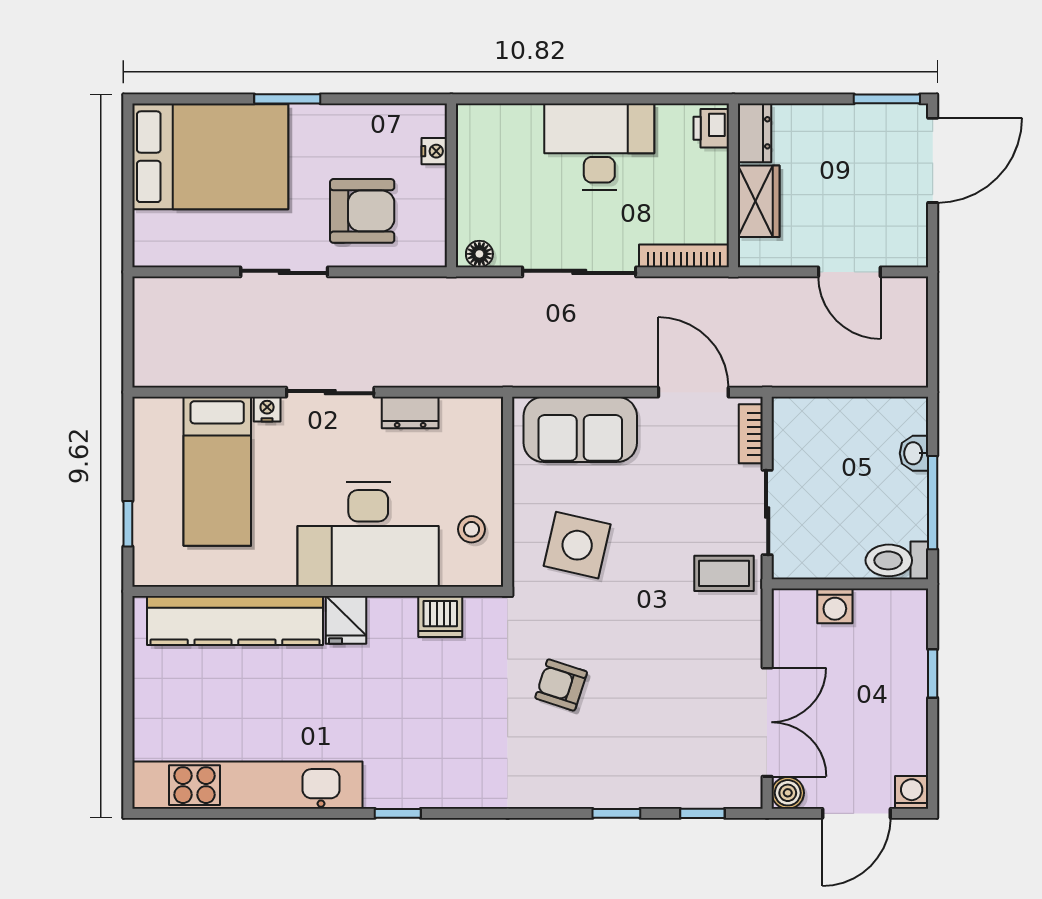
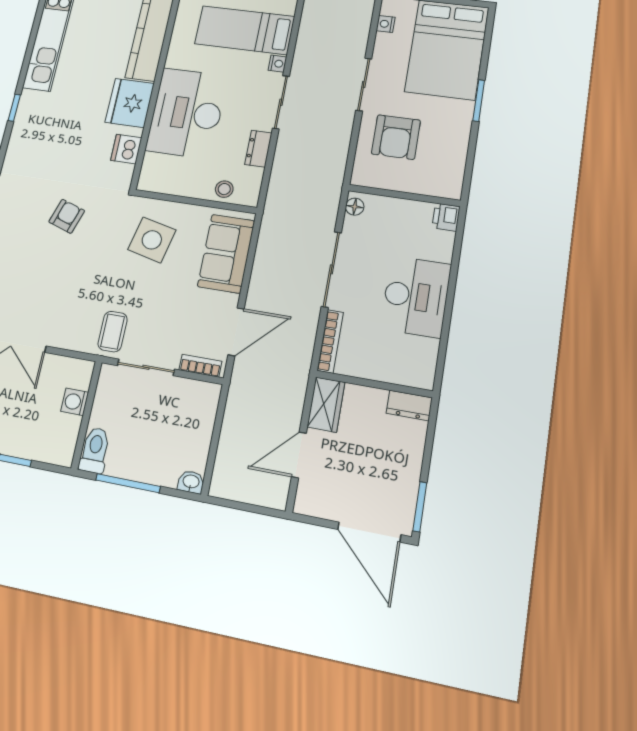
printer: (711, 128) -> (446, 217), moved, turned -90
nightstand: (434, 151) -> (386, 24), moved, turned 90
wardrobe: (759, 201) -> (326, 405), moved, turned -90
washbasin: (914, 453) -> (191, 482), moved
stool: (471, 529) -> (224, 189), moved
fridge: (346, 620) -> (130, 103), width x1.88, depth x1.34

